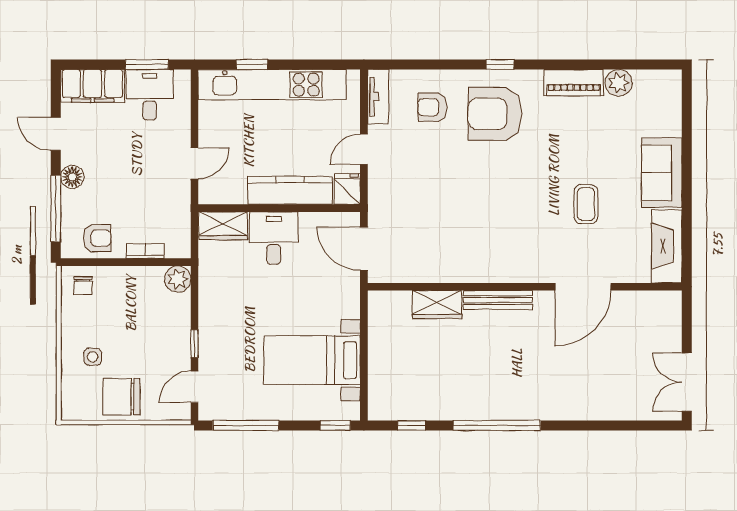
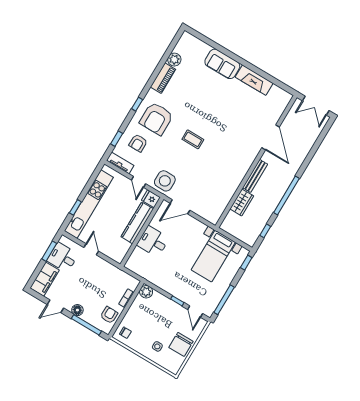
window: (417, 64) -> (117, 139), added
door: (194, 163) -> (91, 249), moved
side table: (394, 195) -> (165, 181), added
coffee table: (586, 204) -> (193, 139), moved
wardrobe: (223, 226) -> (135, 260), removed
wall: (525, 287) -> (256, 161), moved
door: (583, 287) -> (271, 137), moved
bench: (498, 300) -> (255, 176), moved
wardrobe: (437, 305) -> (242, 202), moved

